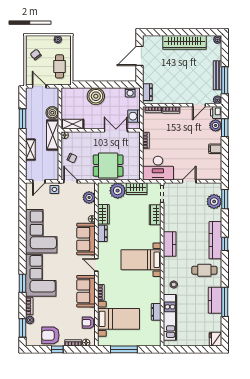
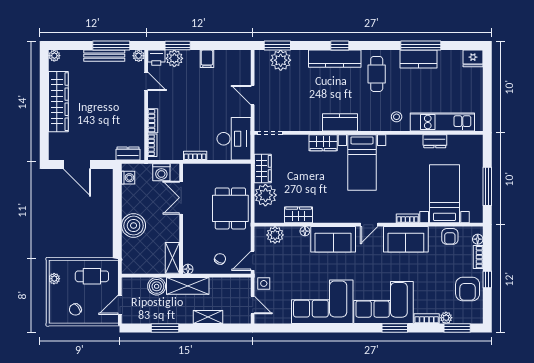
wardrobe: (155, 215) -> (323, 143), moved
dresser: (102, 233) -> (325, 216), removed

